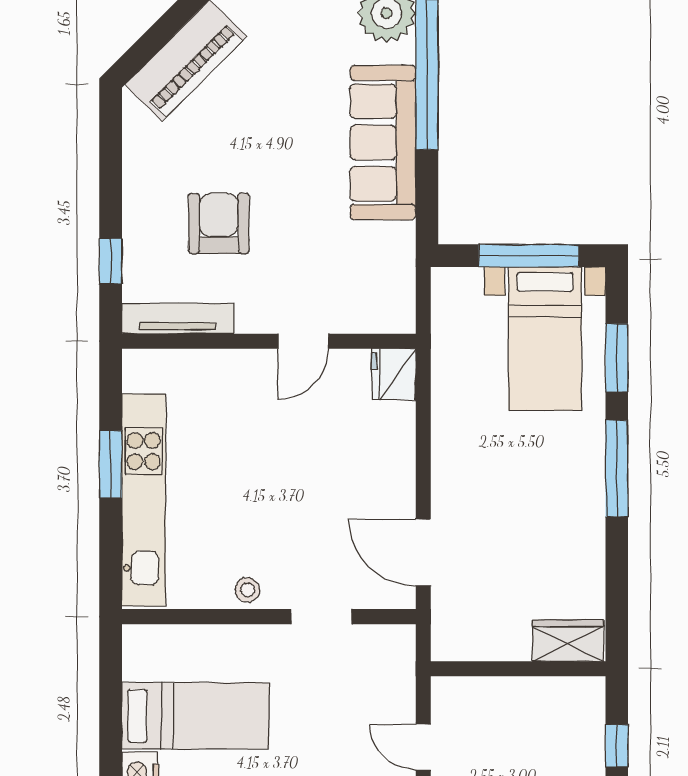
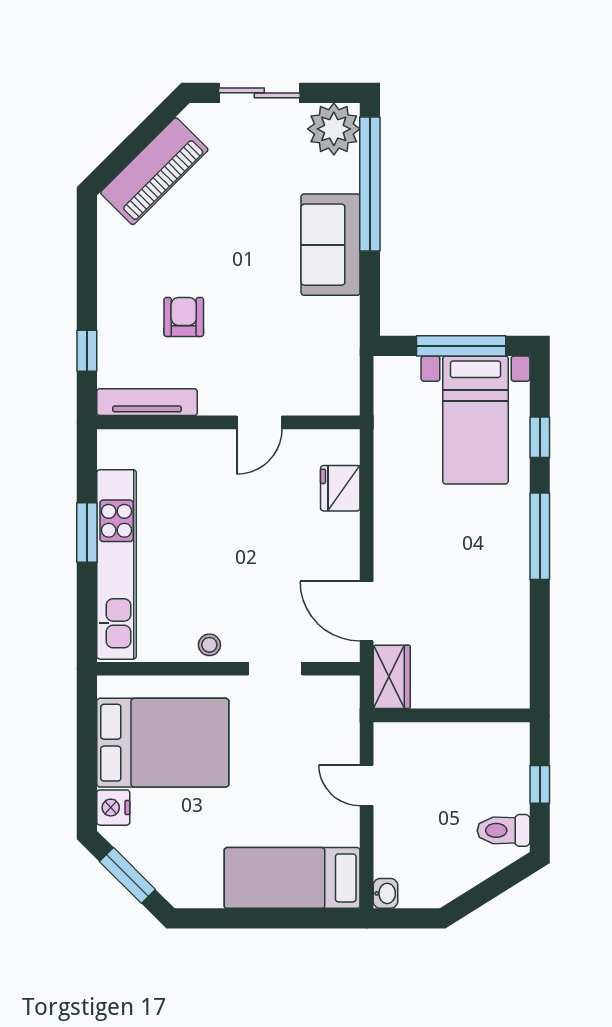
sofa: (383, 142) -> (331, 245), width x0.73
armchair: (219, 223) -> (184, 317), width x0.72, depth x0.72
window: (617, 358) -> (540, 437), width x0.67
fridge: (394, 374) -> (340, 488), moved
wardrobe: (568, 641) -> (392, 677), moved, turned 90
bed: (195, 716) -> (163, 743), width x1.50

